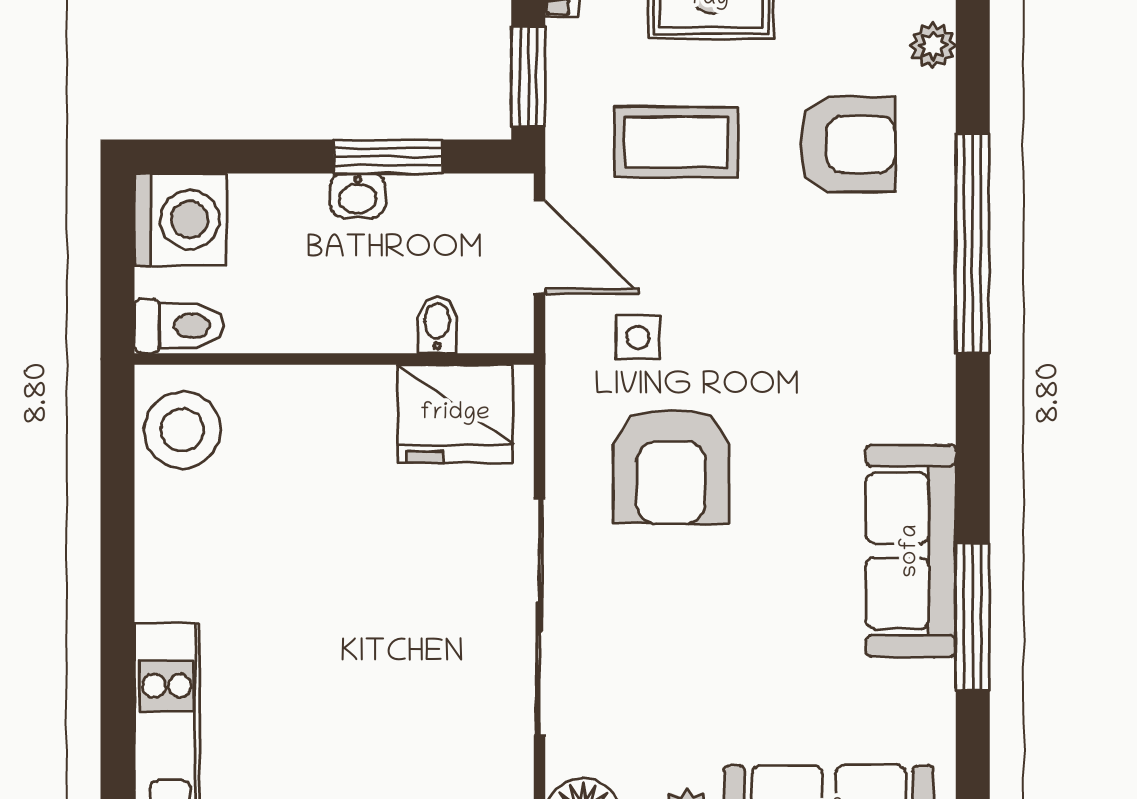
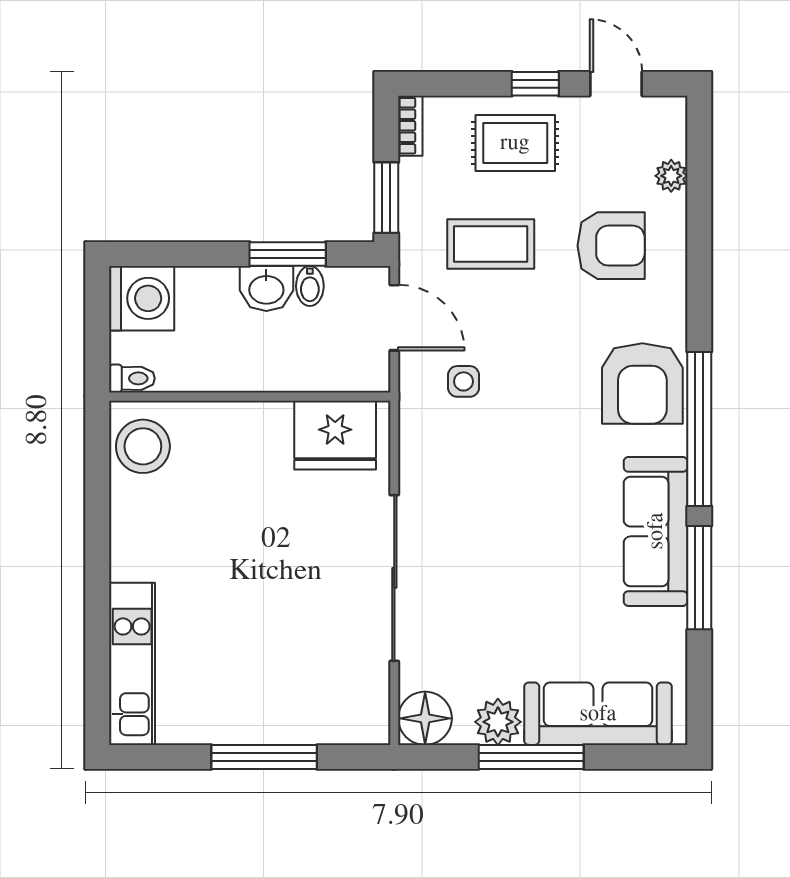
washbasin: (358, 196) -> (266, 288), width x1.38, depth x1.45
window: (973, 244) -> (699, 429), moved
bidet: (437, 325) -> (310, 286), moved, turned 180
toilet: (179, 326) -> (132, 378), width x0.73, depth x0.72
armchair: (671, 466) -> (642, 383), moved

